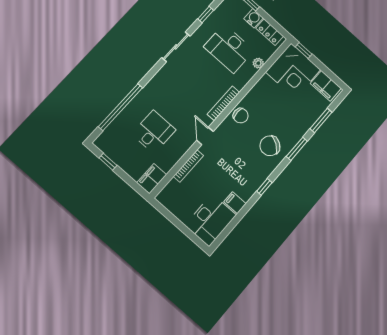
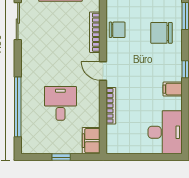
chair: (270, 146) -> (161, 33), turned 56
window: (108, 162) -> (61, 157), moved
filing cabinet: (235, 203) -> (173, 89), moved

